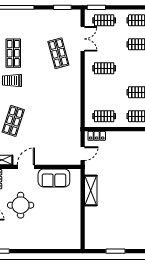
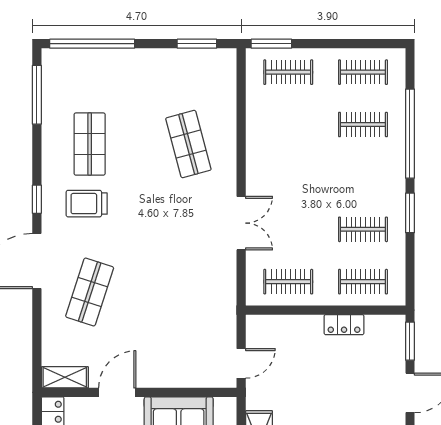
double door: (83, 39) -> (241, 223), moved
clothes rail: (104, 68) -> (288, 177), removed
locker: (97, 136) -> (344, 325), moved

